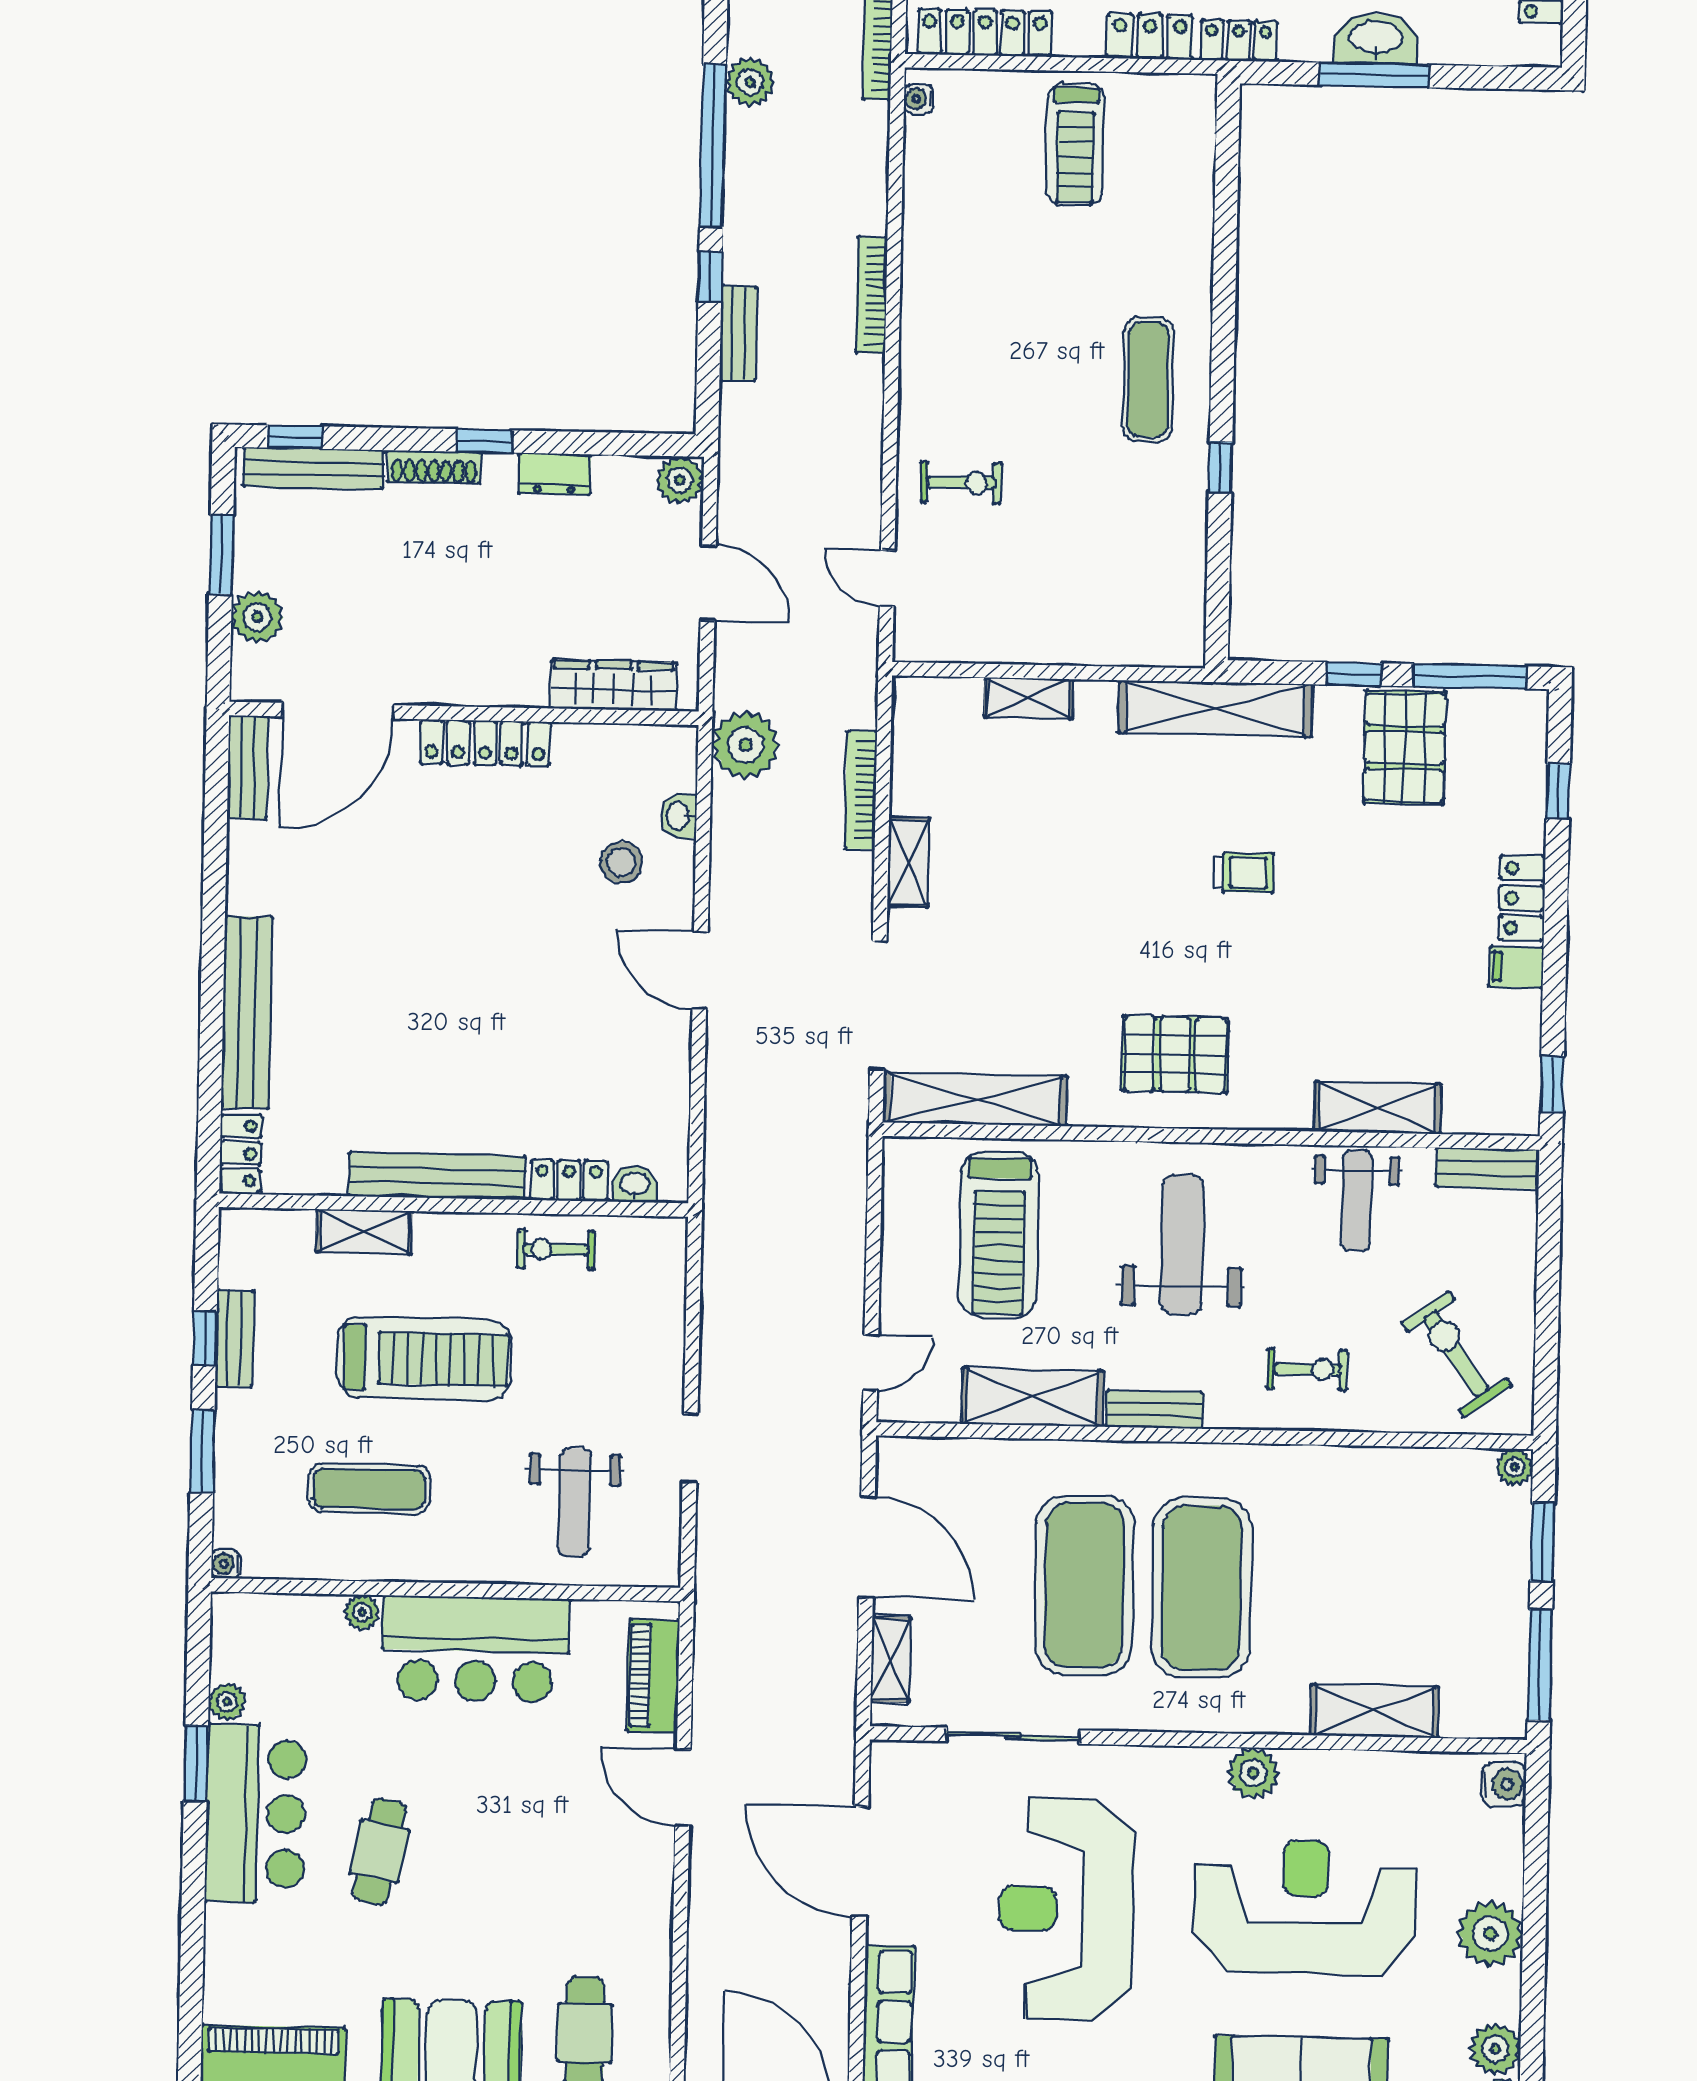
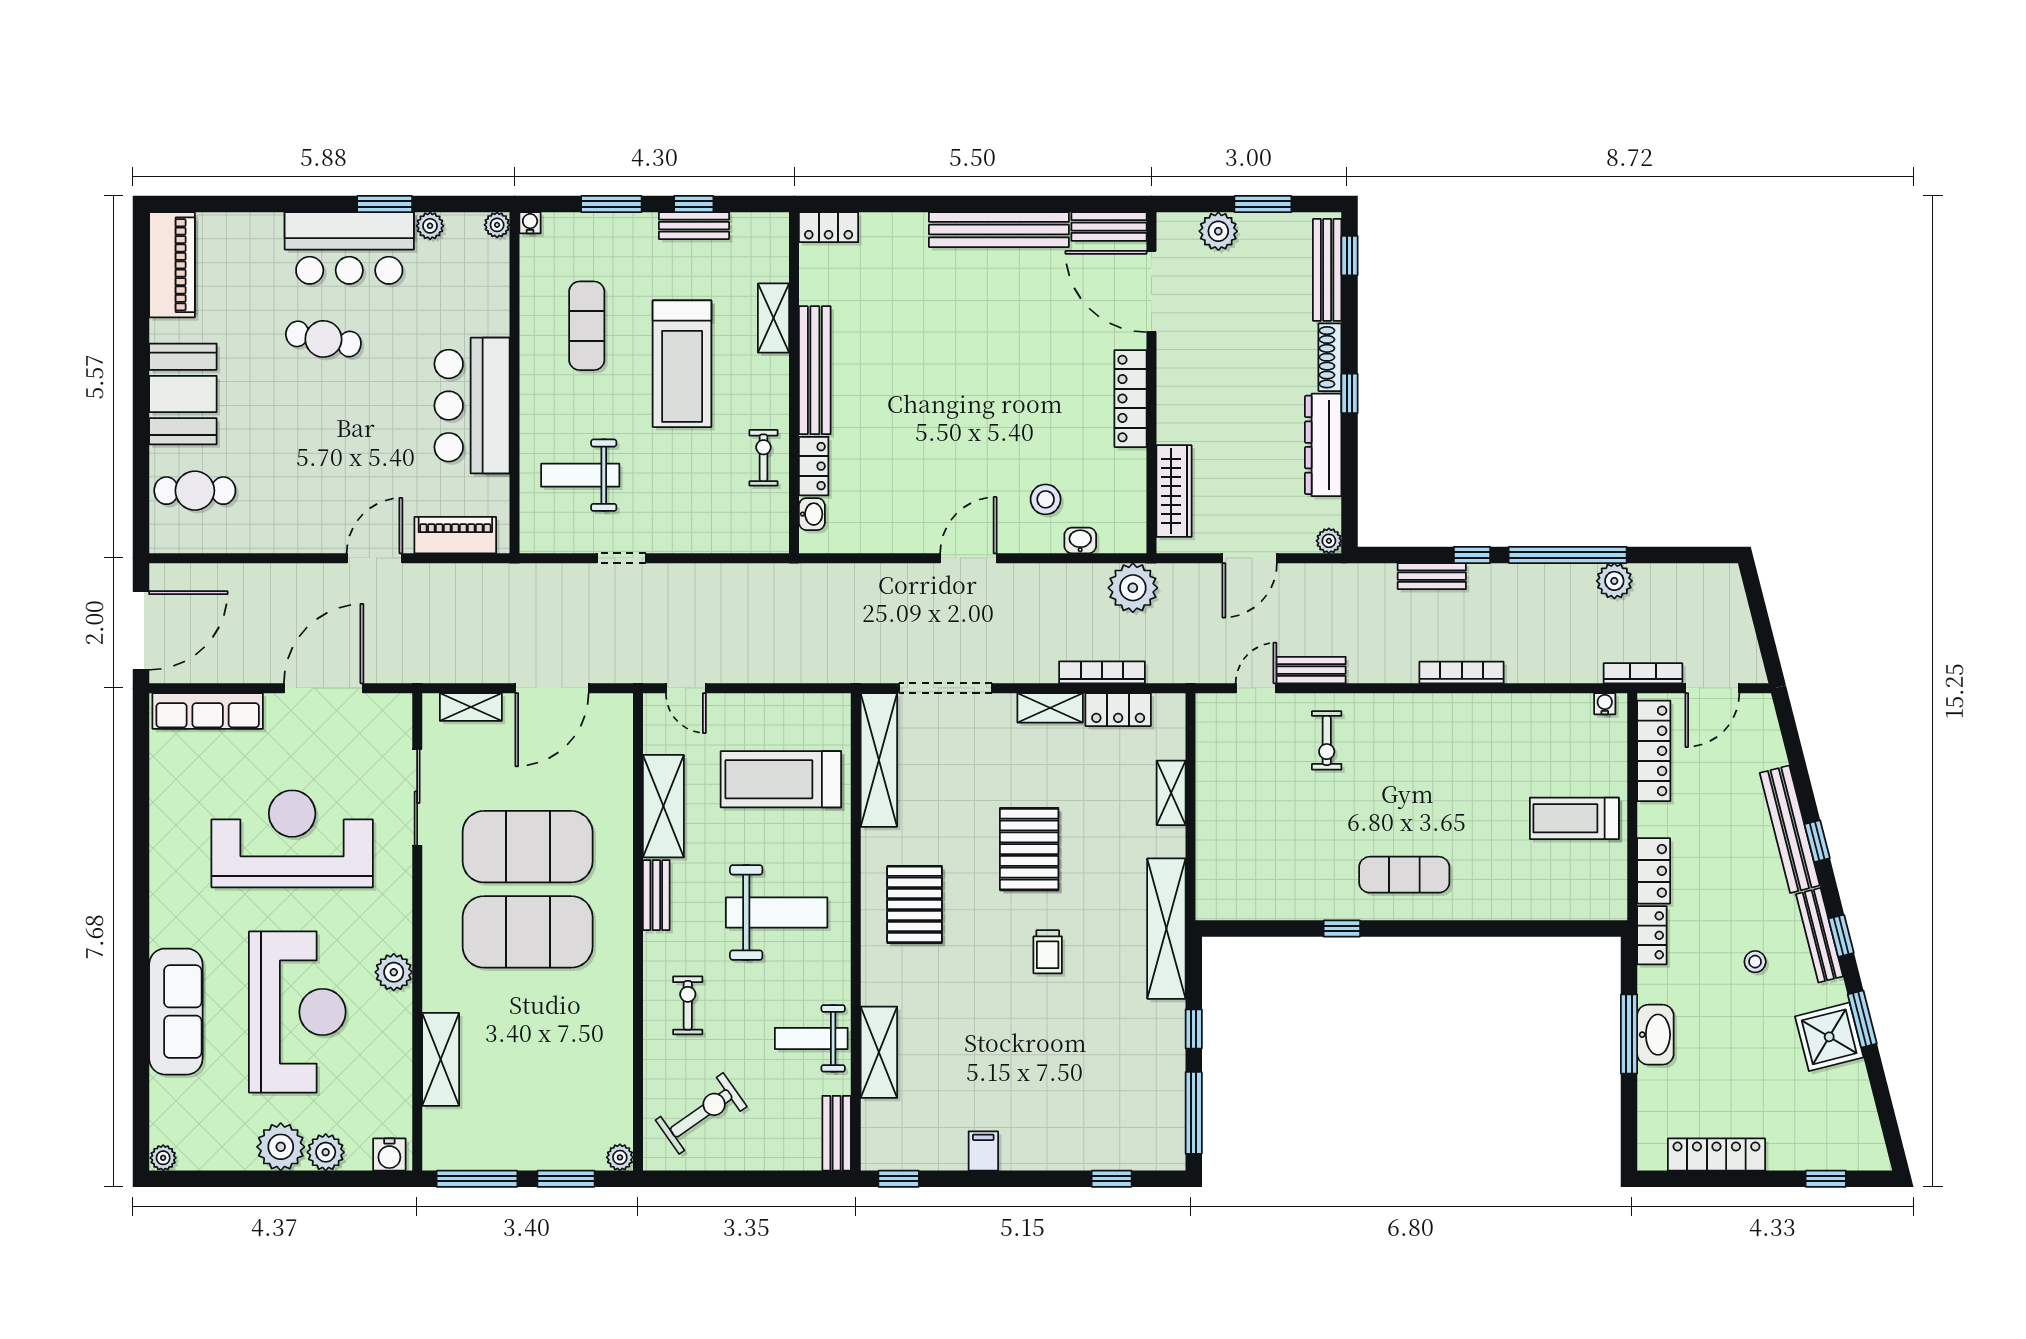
dresser: (554, 474) -> (1323, 445), width x1.96, depth x1.24
plant: (680, 480) -> (1329, 541), width x0.73, depth x0.73
bench: (864, 502) -> (1311, 670), added
pallet: (1405, 748) -> (1029, 849), moved, turned 90
locker: (1522, 898) -> (1118, 710), moved, turned 180
bench: (247, 1013) -> (999, 230), moved
exercise bike: (1307, 1369) -> (688, 1005), turned 180
plant: (362, 1612) -> (497, 225), moved
plant: (1495, 2049) -> (326, 1152), moved

